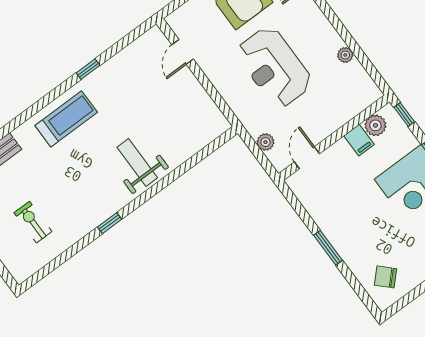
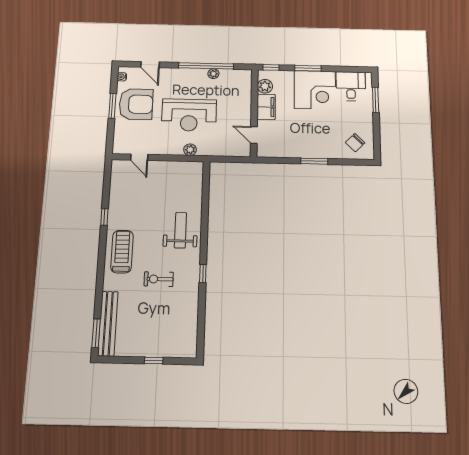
window: (348, 39) -> (206, 66), added
filing cabinet: (359, 140) -> (266, 107), width x2.00
plant: (265, 142) -> (190, 150), moved
weight bench: (137, 162) -> (180, 230), turned 90
exercise bike: (33, 222) -> (159, 279), moved

